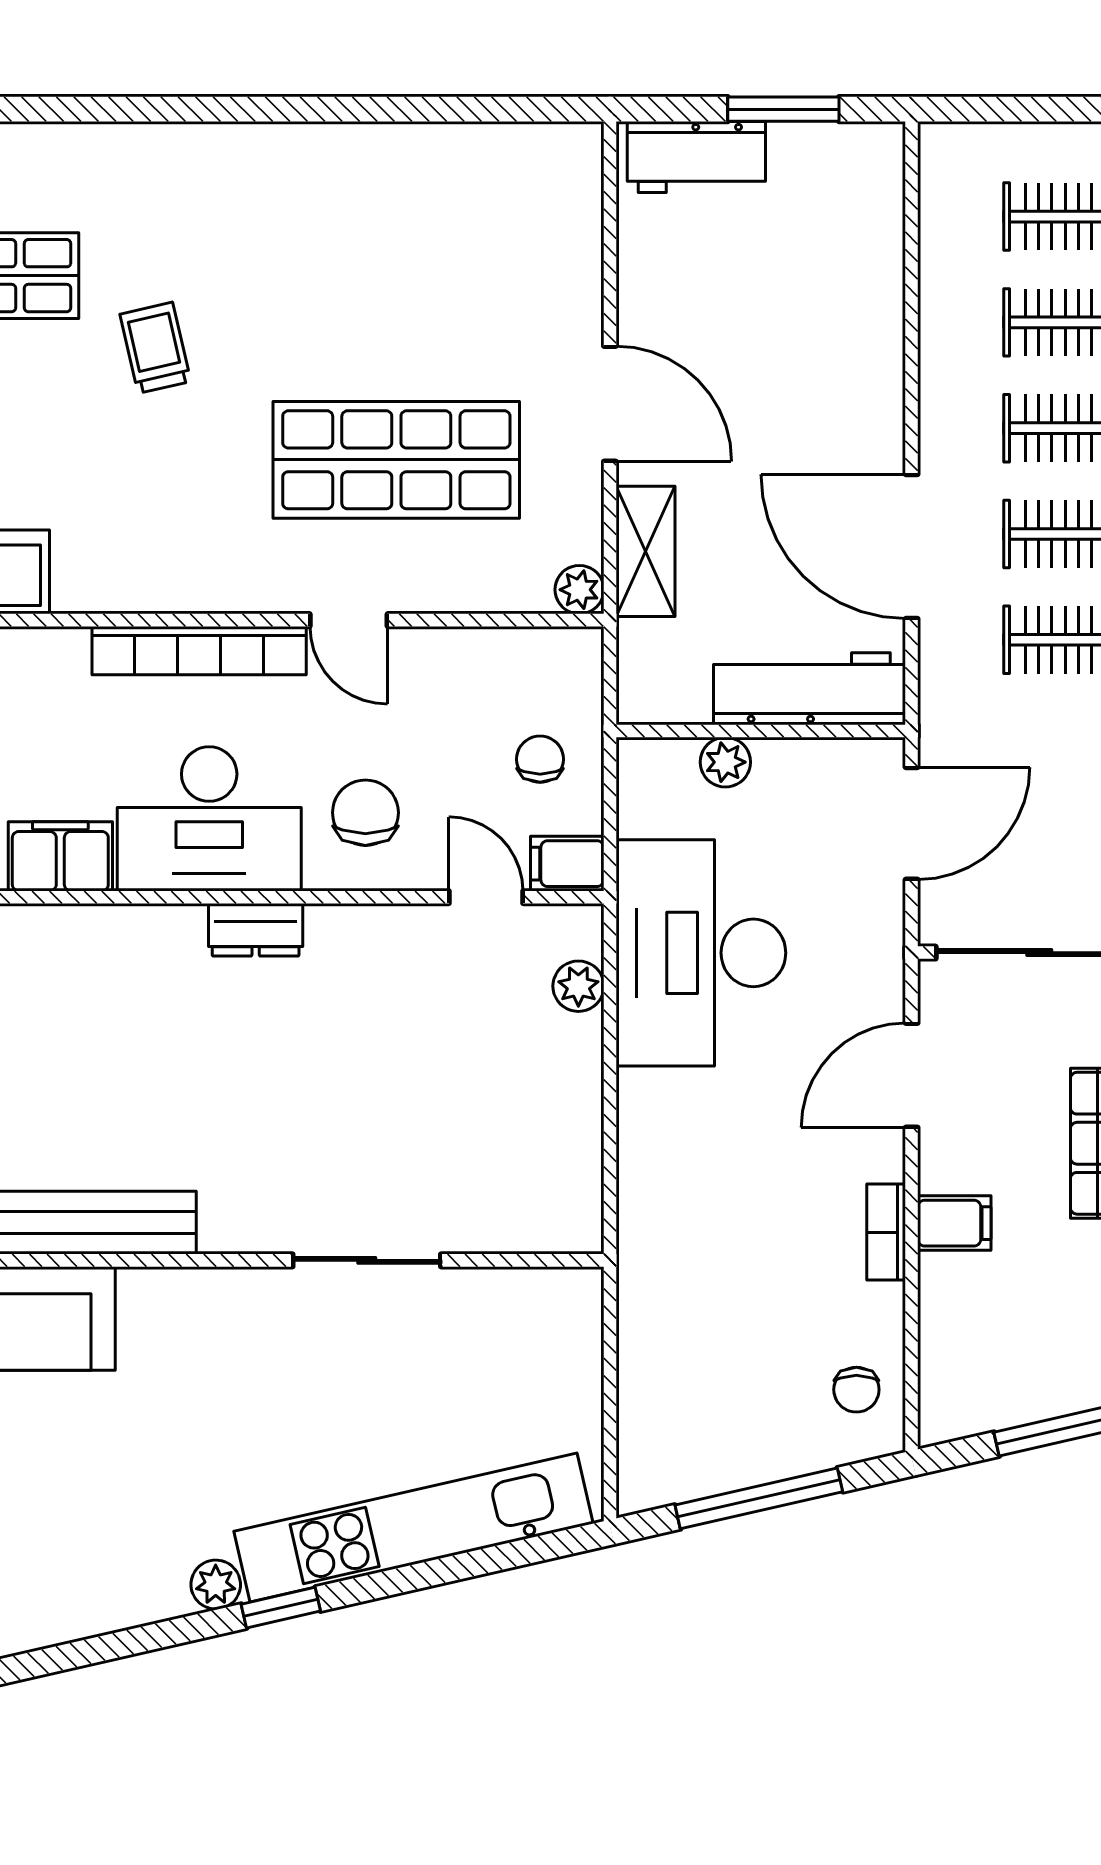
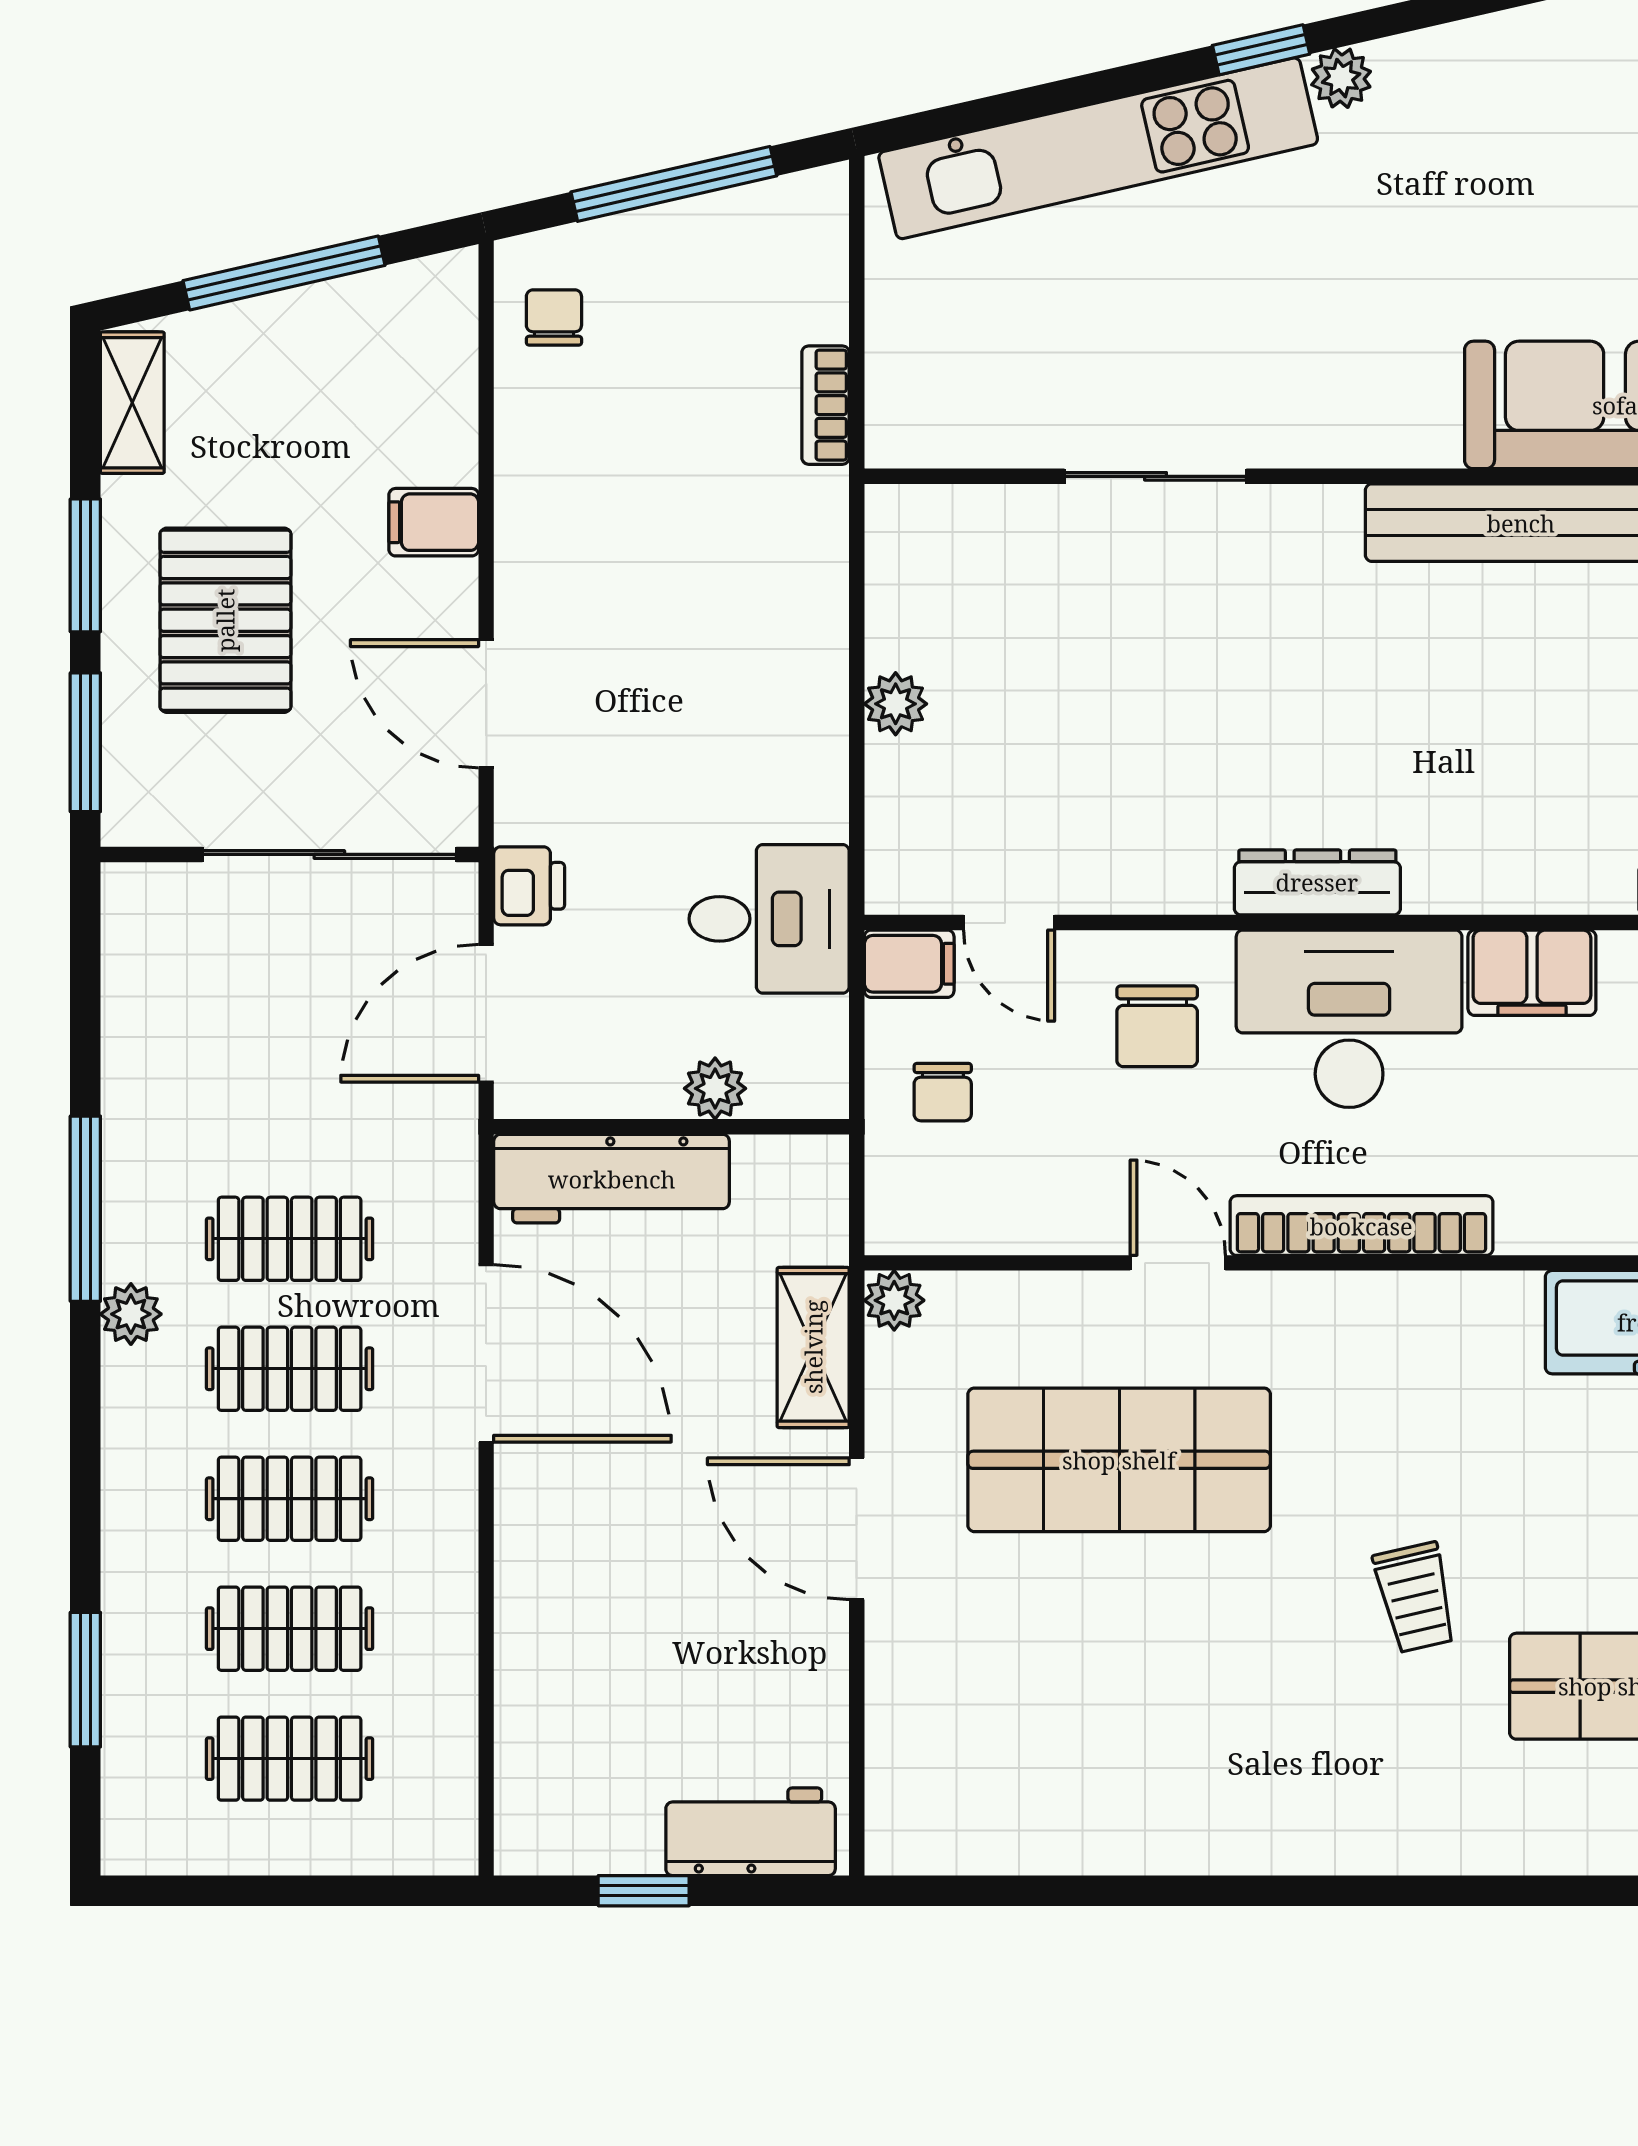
window: (783, 109) -> (644, 1891), width x0.67
printer: (877, 927) -> (529, 886), added
dresser: (256, 930) -> (1317, 882), width x1.44
desk: (701, 953) -> (769, 919), width x0.53, depth x0.77
plant: (578, 986) -> (896, 704), moved
door: (912, 1075) -> (486, 704), swing flipped
bookcase: (886, 1232) -> (826, 405), moved, turned 180

